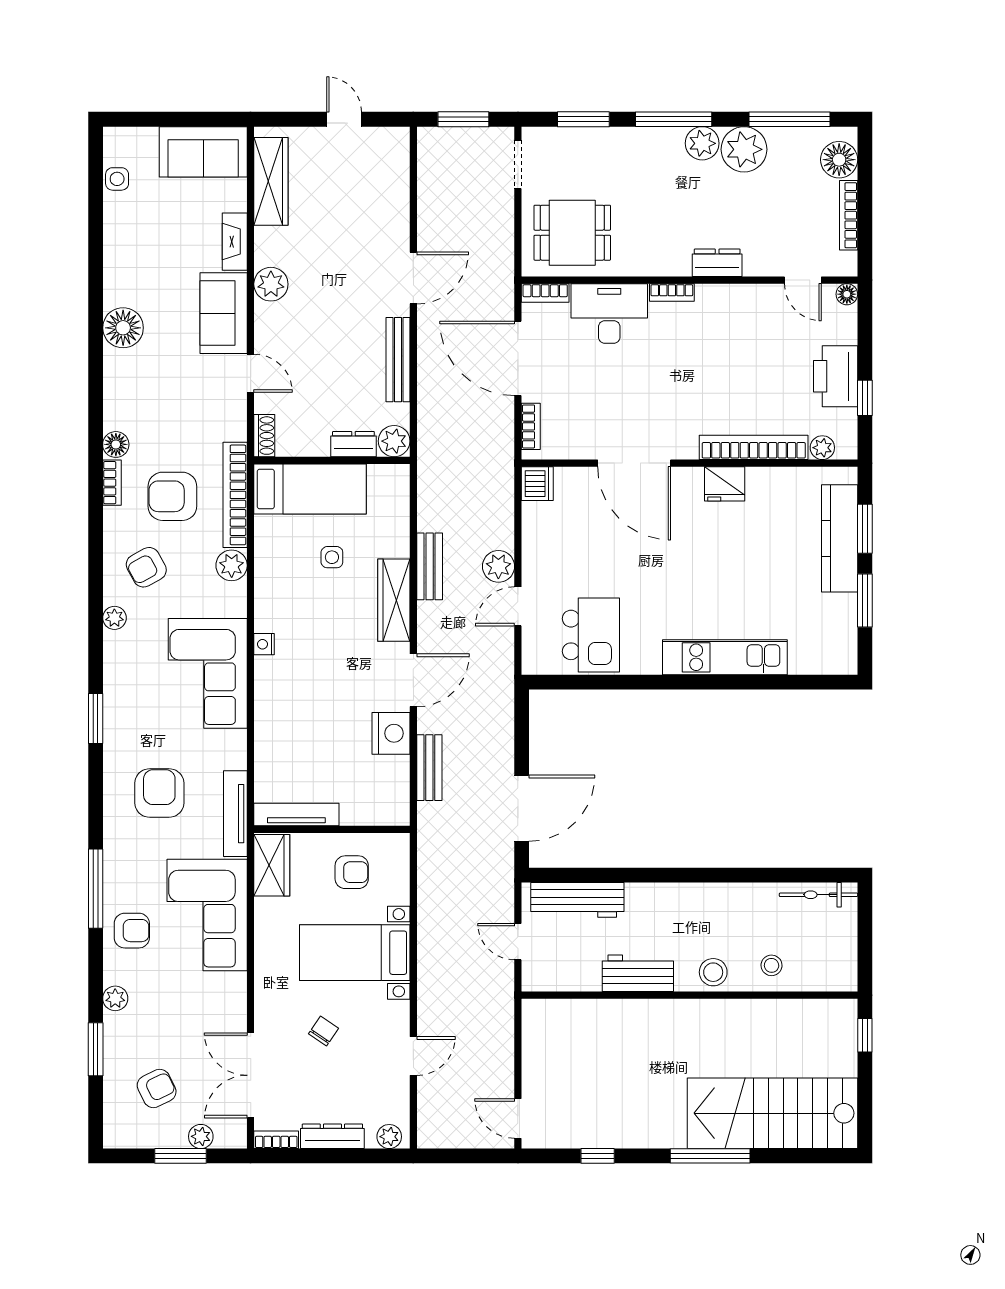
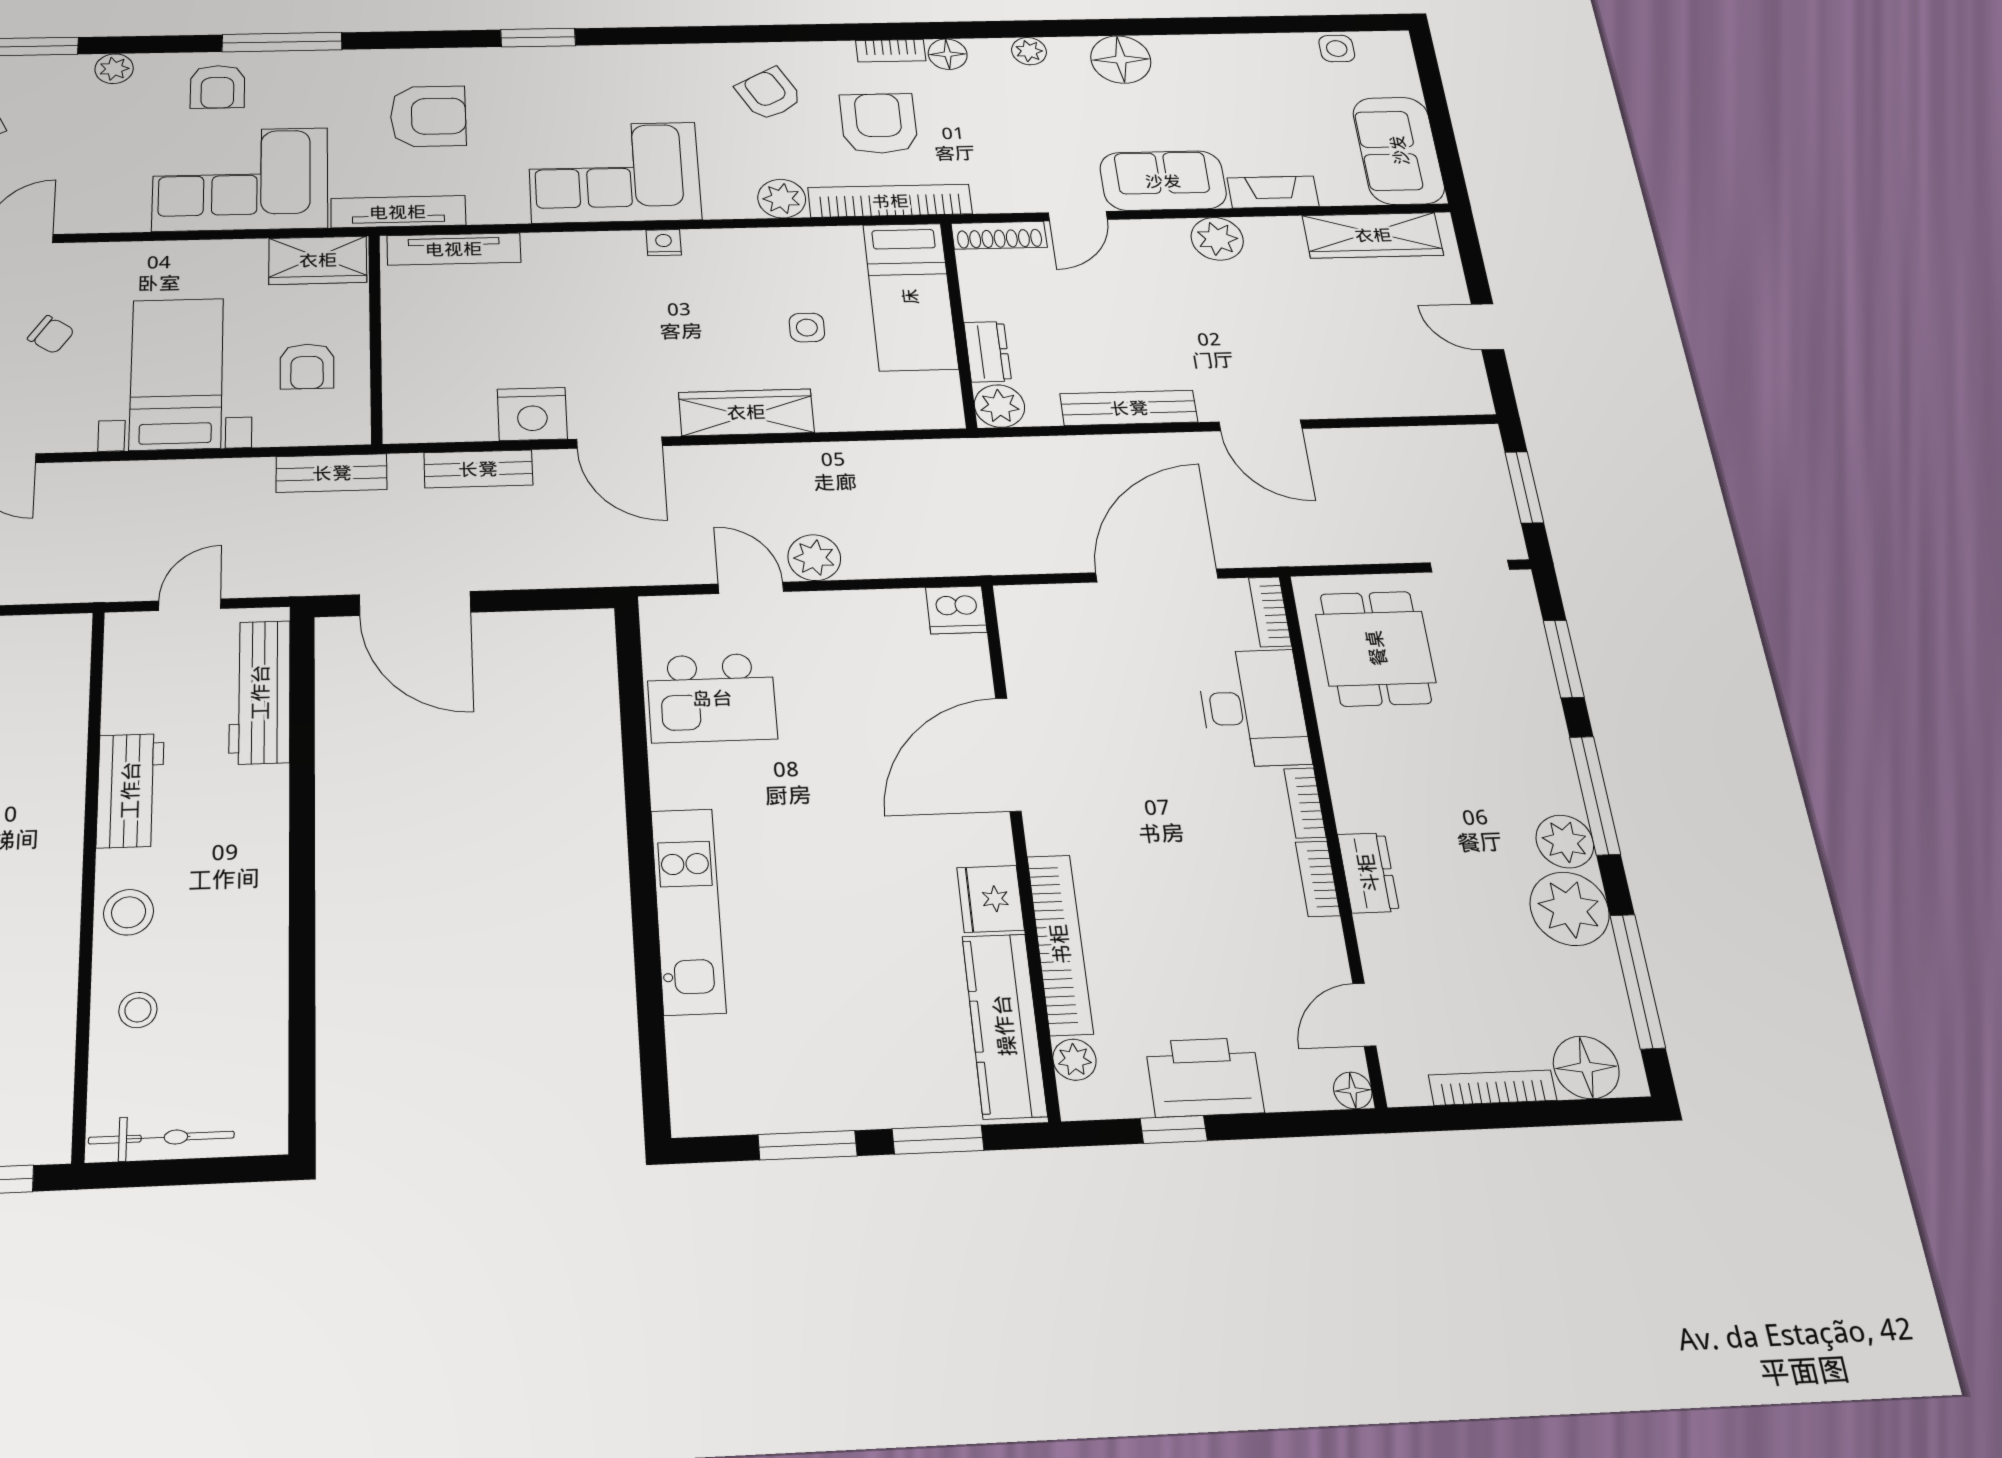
door: (344, 119) -> (1487, 327), swing flipped
bookcase: (531, 426) -> (1318, 879), moved, turned 90
shoe rack: (264, 436) -> (999, 235), width x1.43
kitchen counter: (840, 538) -> (1004, 1025), moved, turned -90
bench: (430, 566) -> (332, 473), moved
plant: (114, 618) -> (1029, 51), moved
tv unit: (296, 814) -> (454, 249), moved, turned 90
bicycle: (818, 895) -> (161, 1138), moved, turned 90

